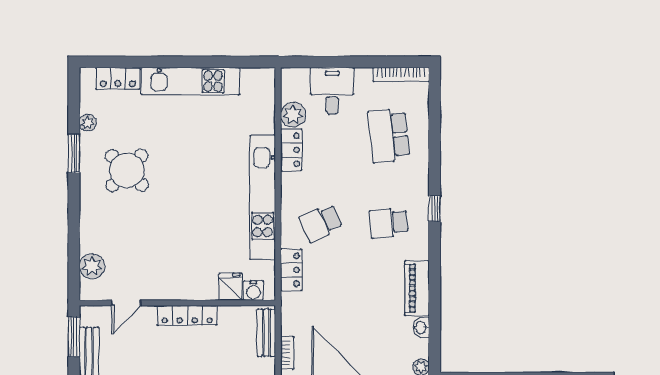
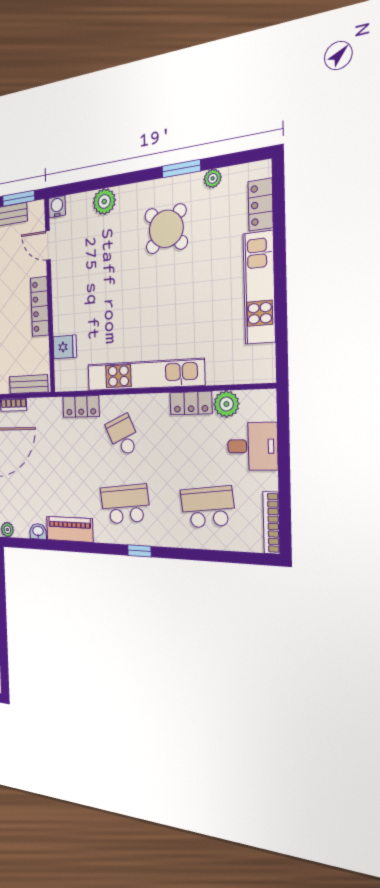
school desk: (389, 223) -> (125, 504), width x1.85
plant: (92, 266) -> (104, 202), moved
water cooler: (253, 291) -> (57, 207), moved, turned 90

